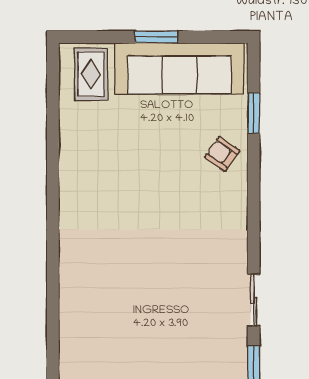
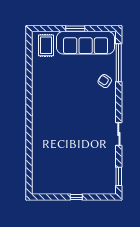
window: (254, 113) -> (119, 63), width x2.11
sliding door: (254, 300) -> (119, 134), moved

